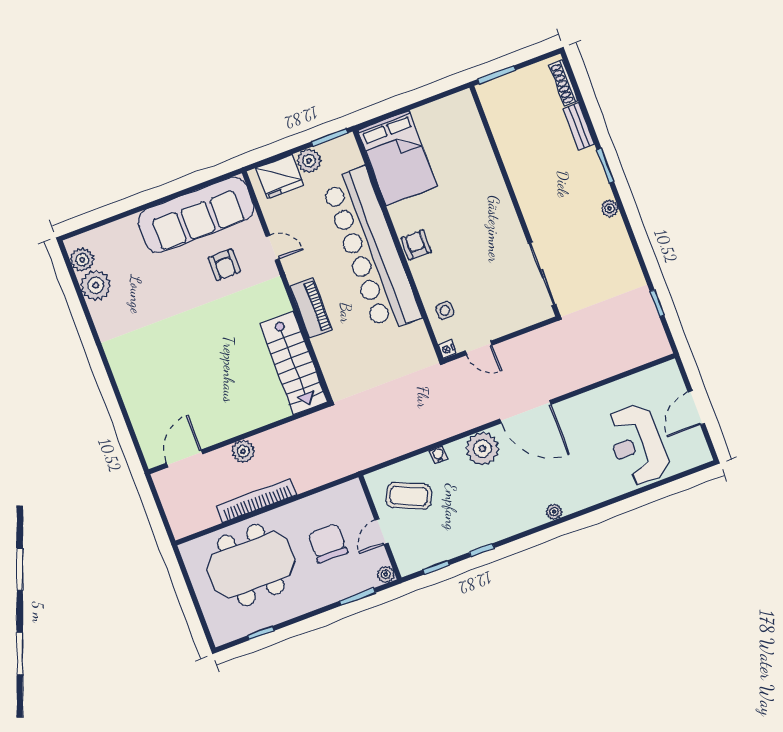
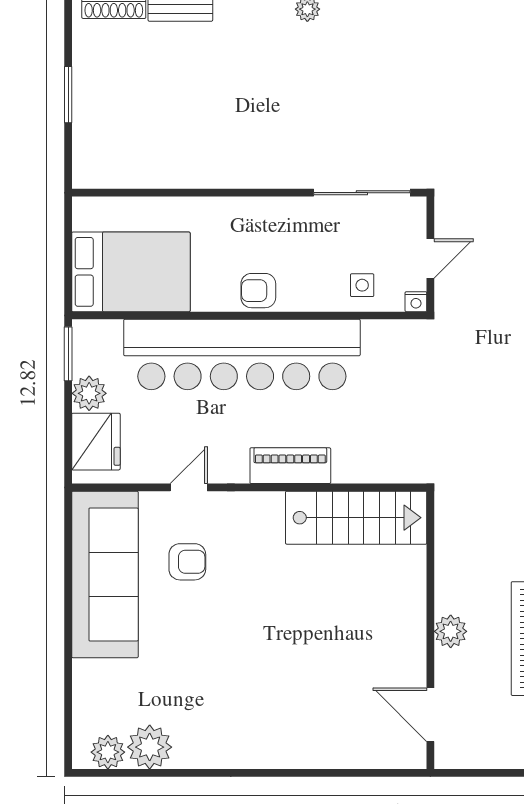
wall: (515, 201) -> (249, 193), moved
sliding door: (542, 274) -> (362, 193), moved

